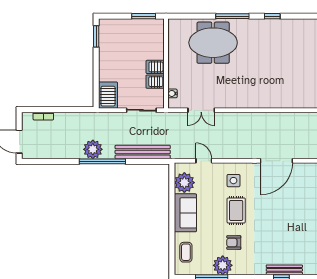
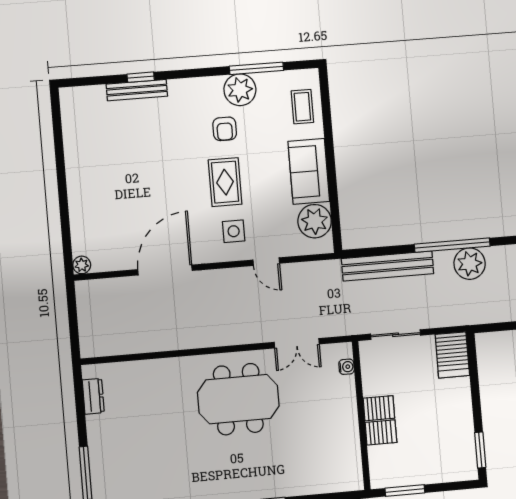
meeting table: (213, 43) -> (238, 399), moved
server rack: (155, 82) -> (381, 432), moved
double door: (201, 110) -> (297, 343), swing flipped
door: (204, 161) -> (266, 262), moved
armchair: (234, 242) -> (225, 129), turned 90

